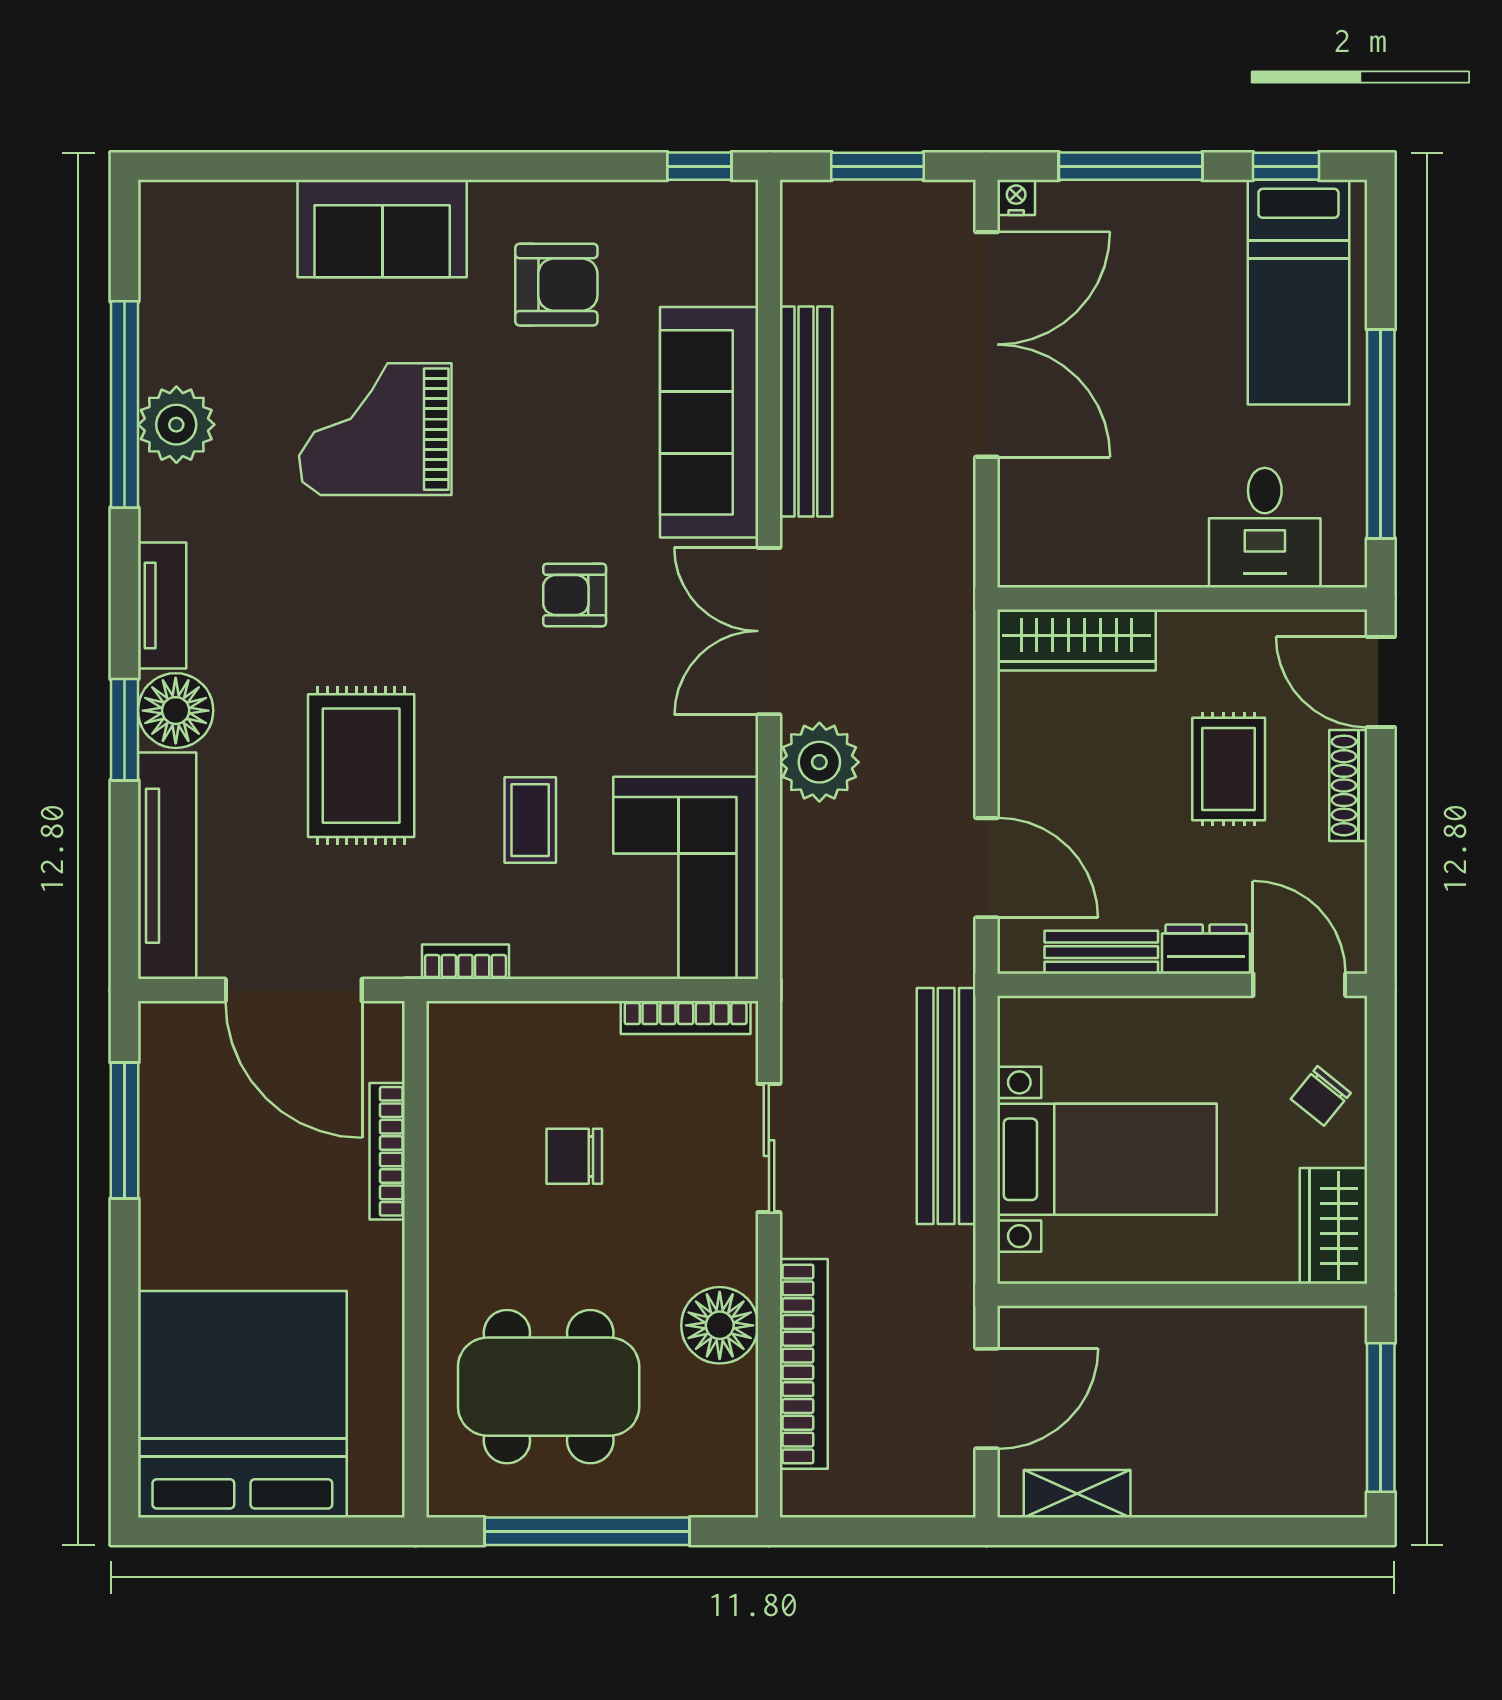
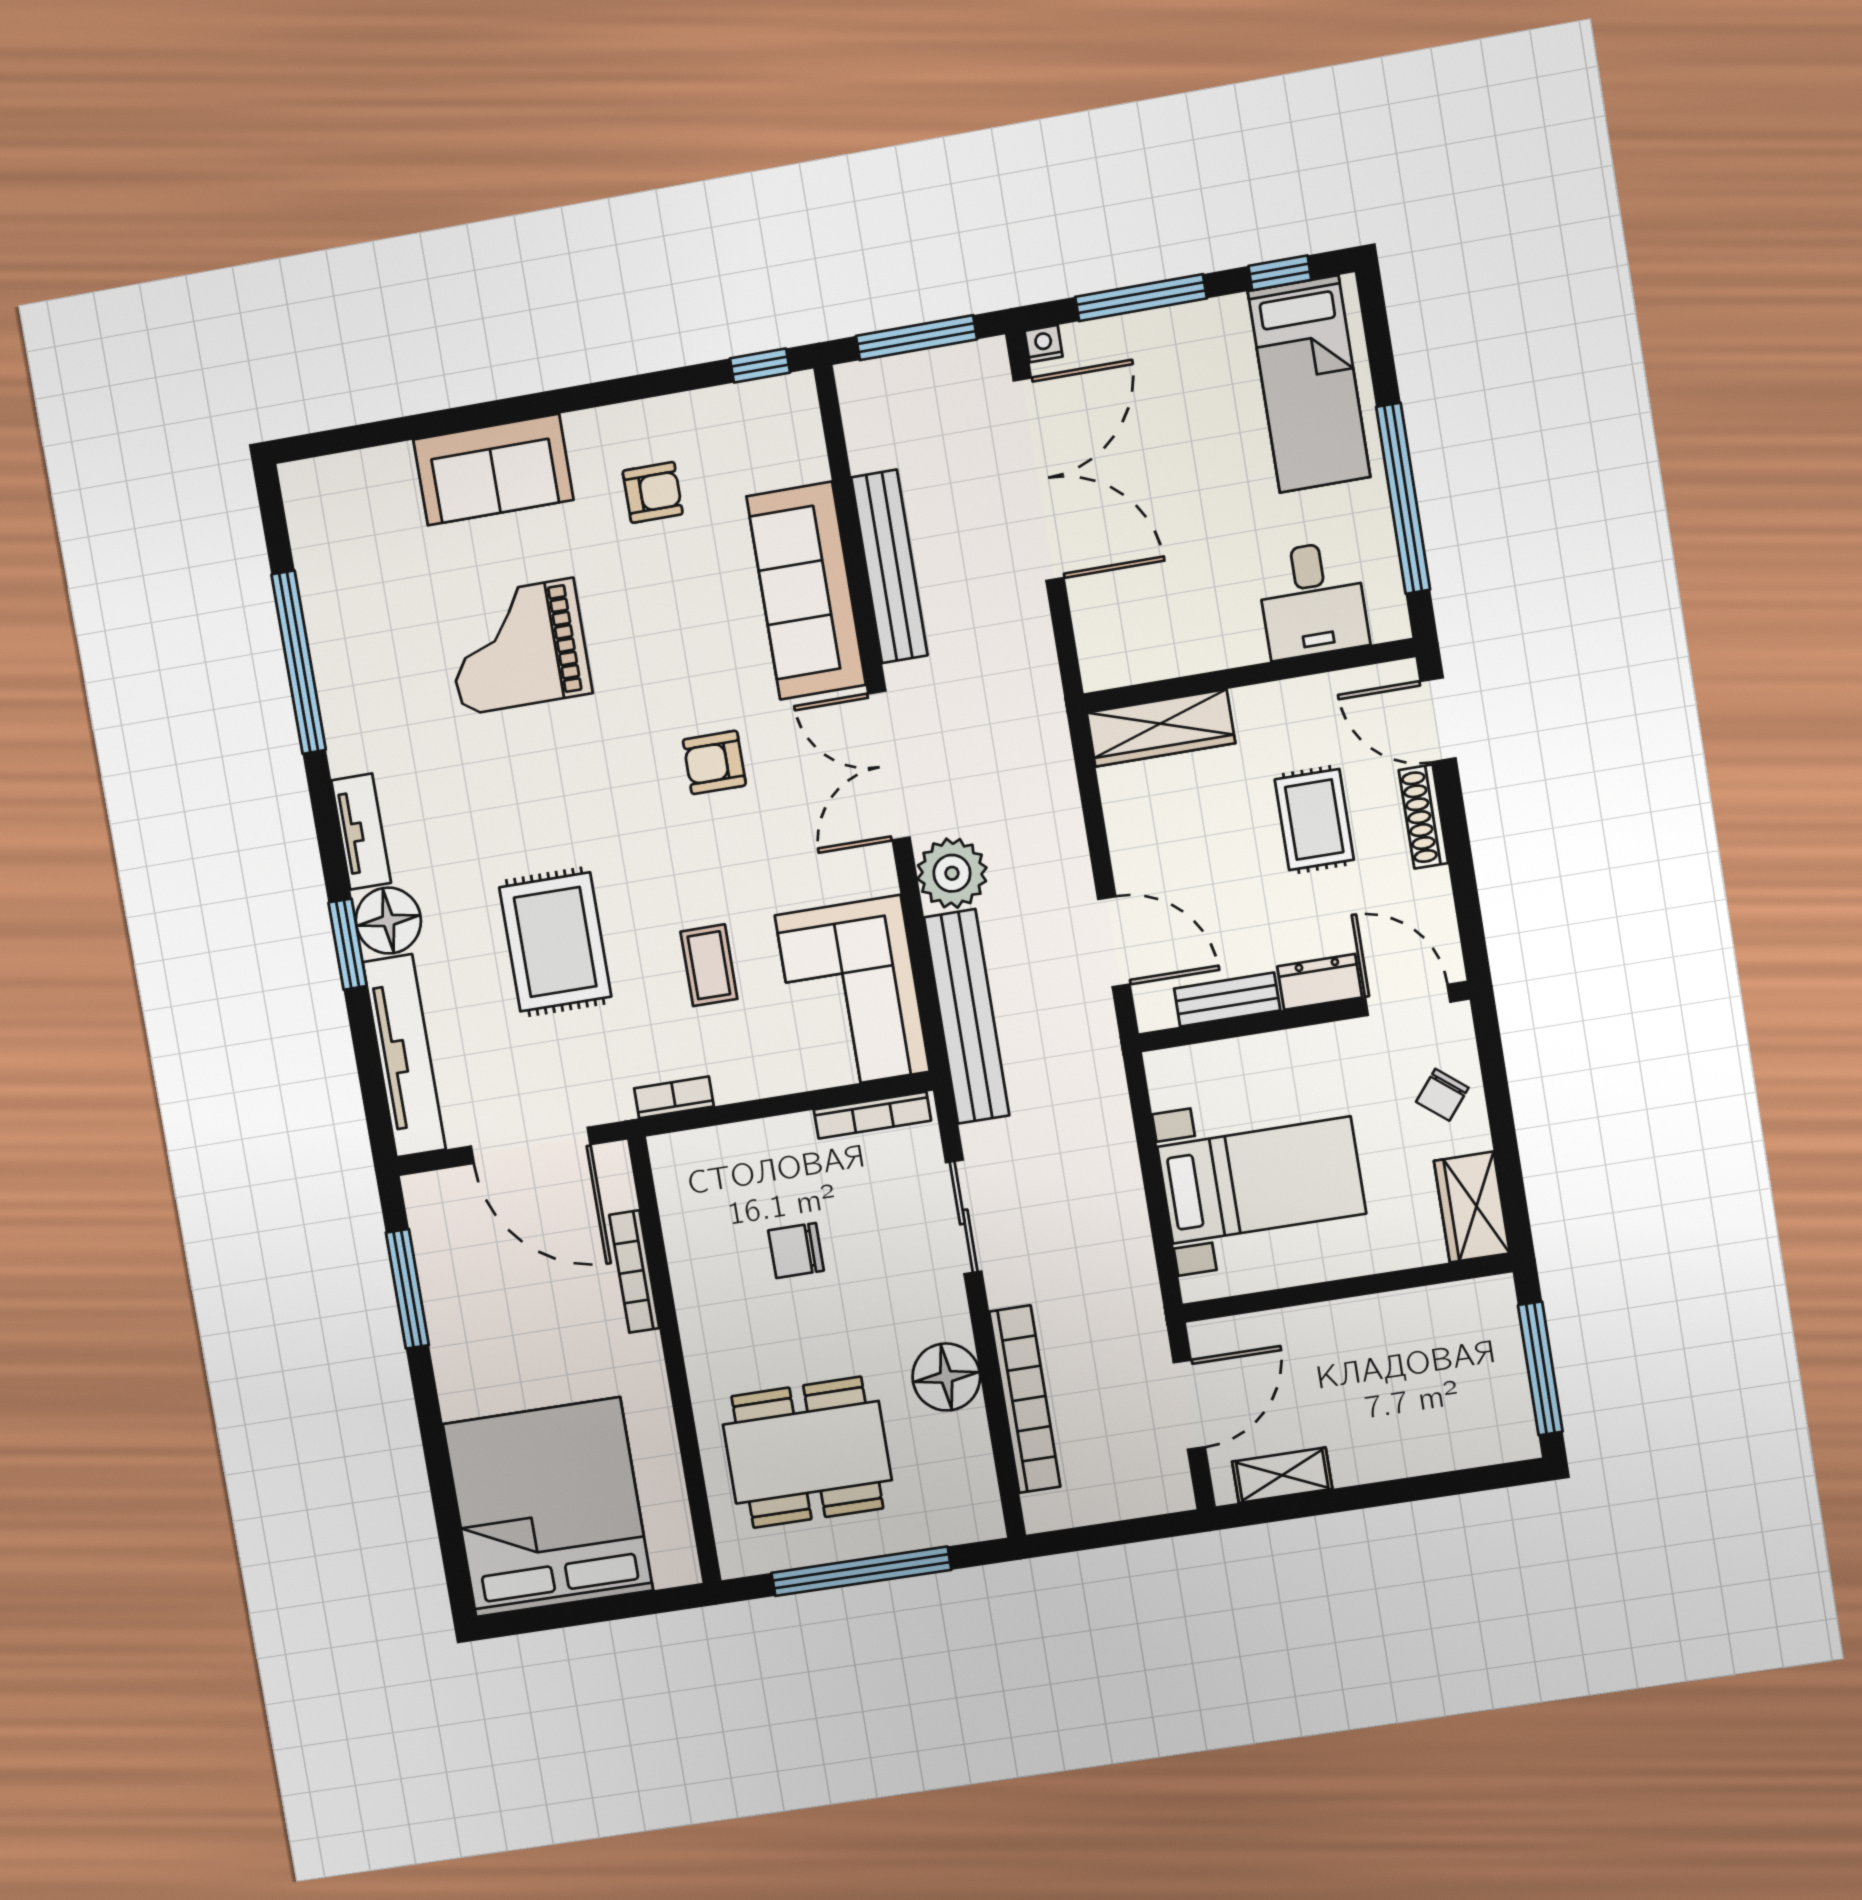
window: (878, 166) -> (916, 338), width x1.44
armchair: (556, 285) -> (653, 492), width x0.72, depth x0.72
plant: (176, 425) -> (346, 672), removed
bench: (946, 1106) -> (967, 1016), moved

